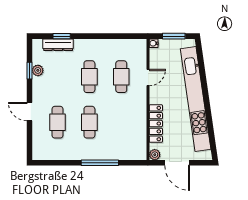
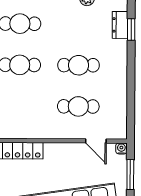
dresser: (58, 45) -> (120, 25), width x0.70
door: (148, 78) -> (96, 141), moved

